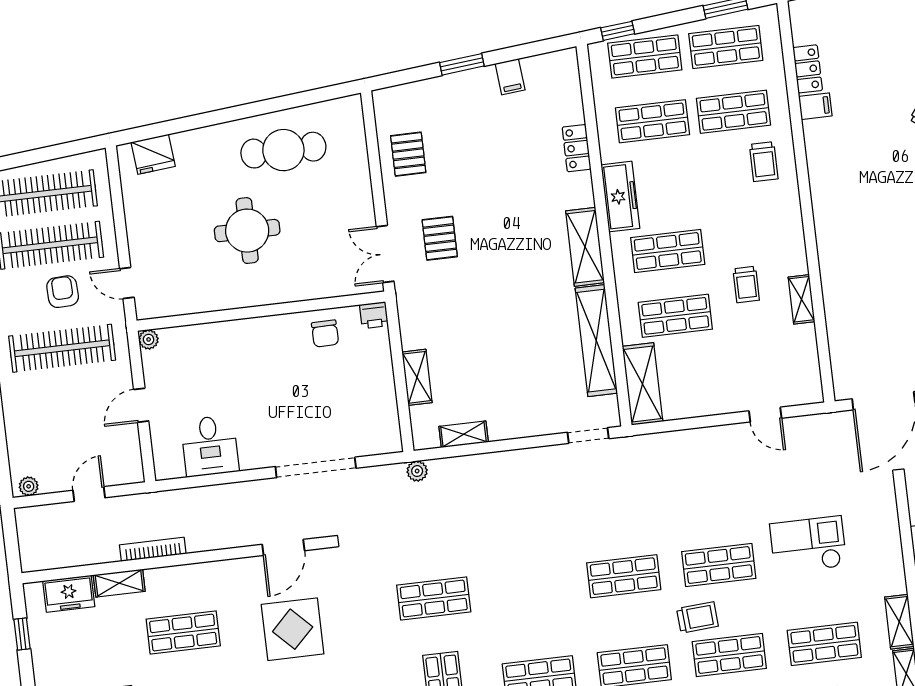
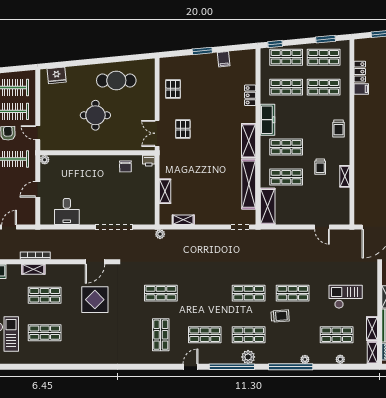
trolley: (764, 162) -> (338, 128), moved
checkout: (808, 545) -> (346, 297), moved
shelving: (119, 583) -> (33, 269), moved
shop shelf: (729, 655) -> (293, 335), removed

